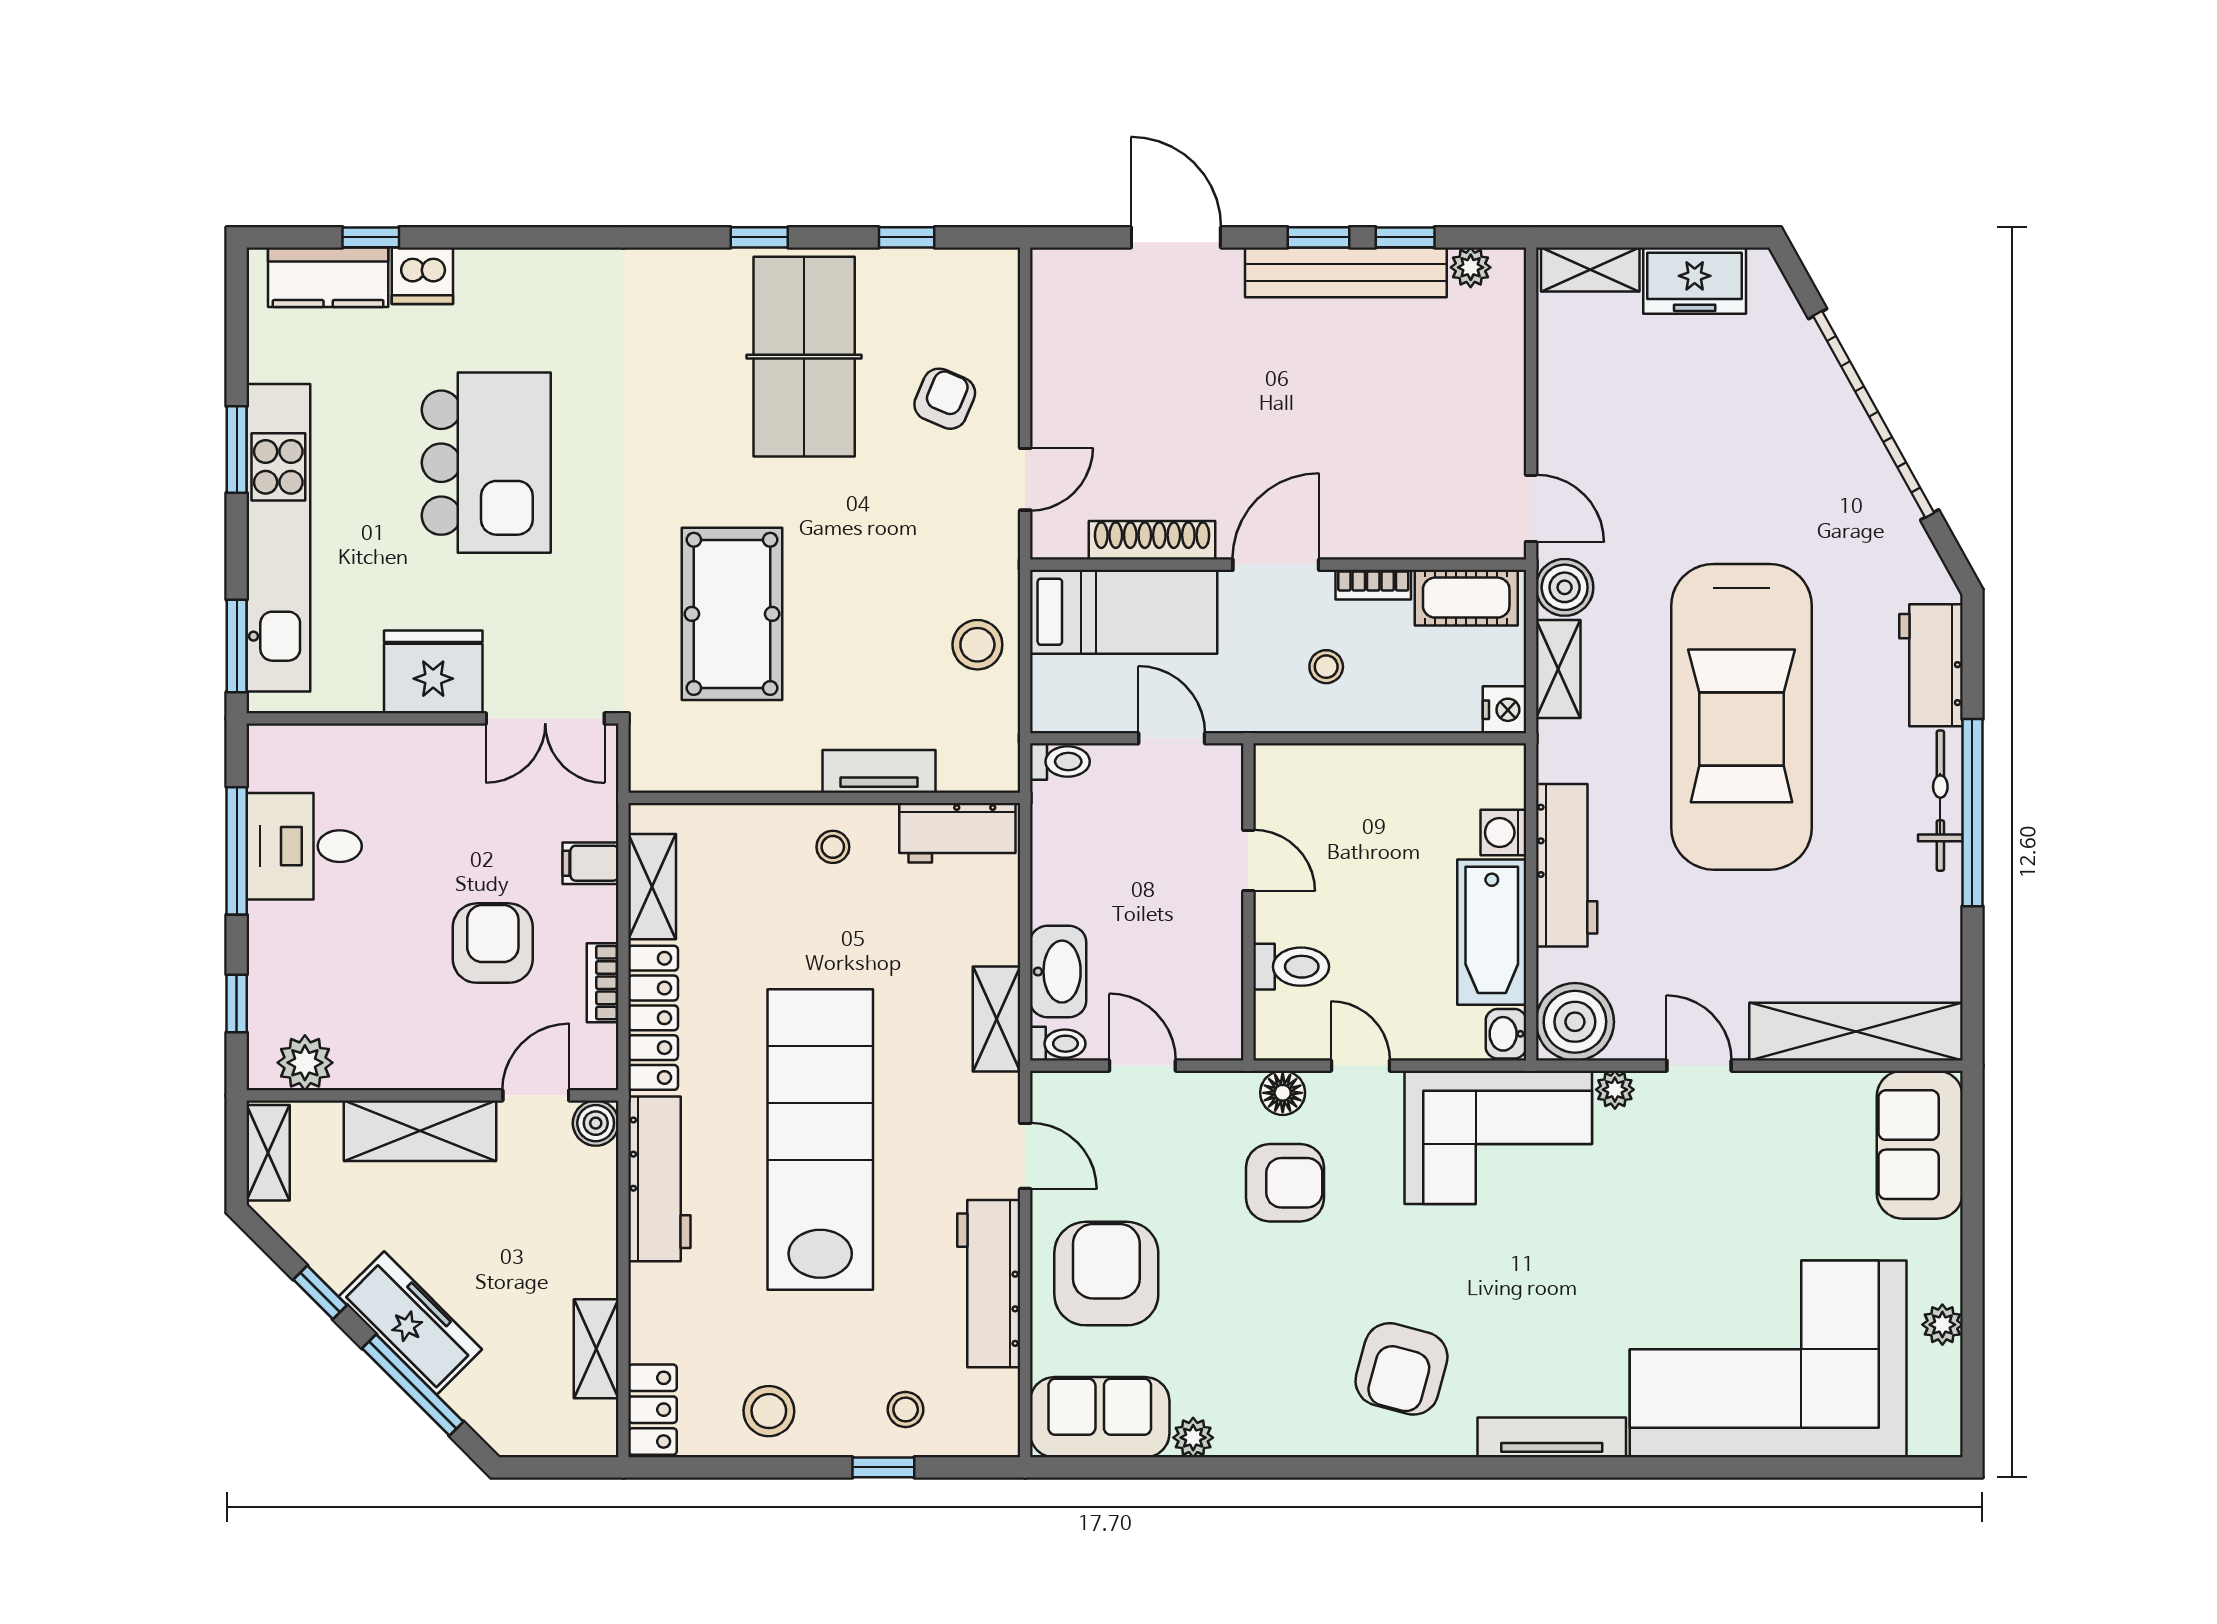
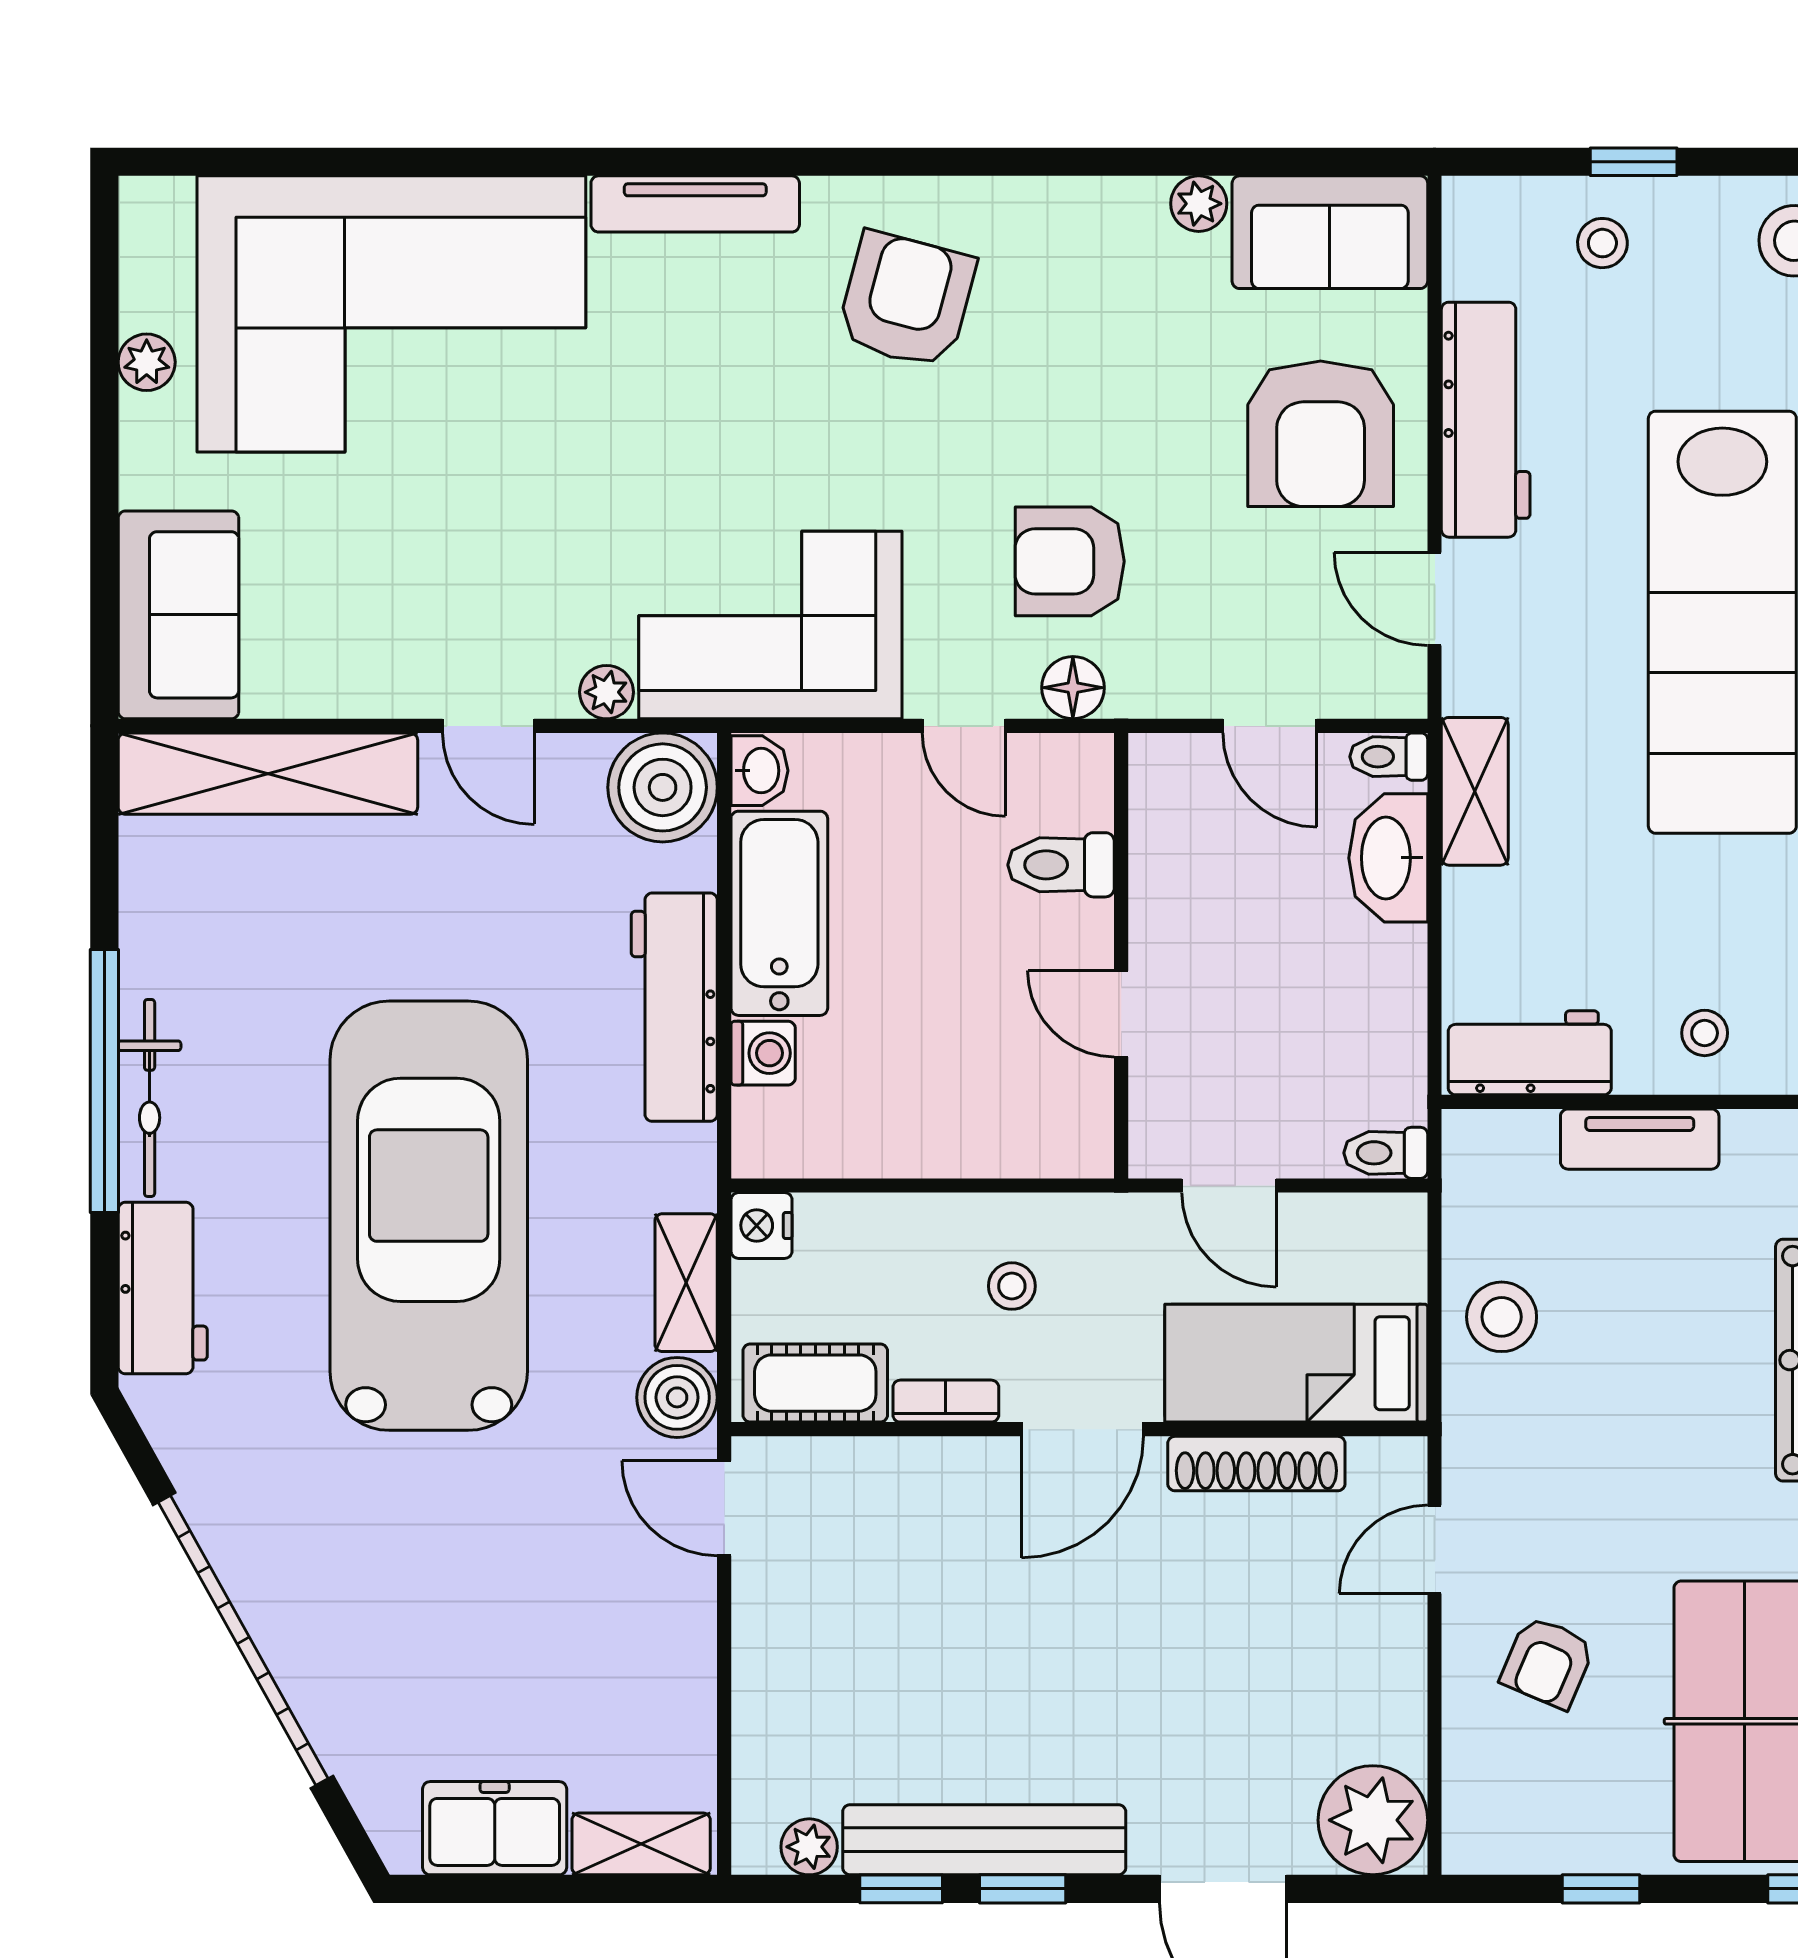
plant: (1069, 286) -> (1373, 1820), added

